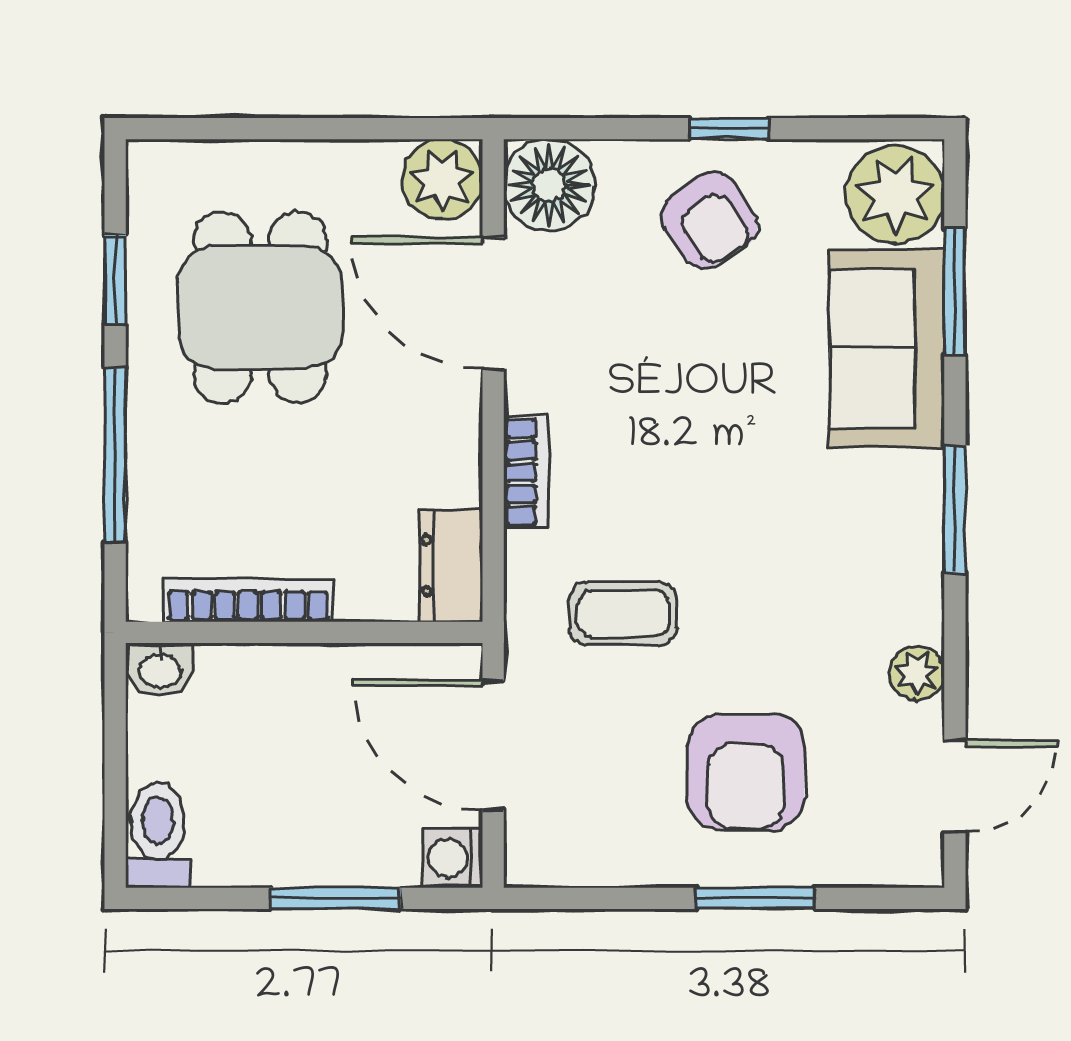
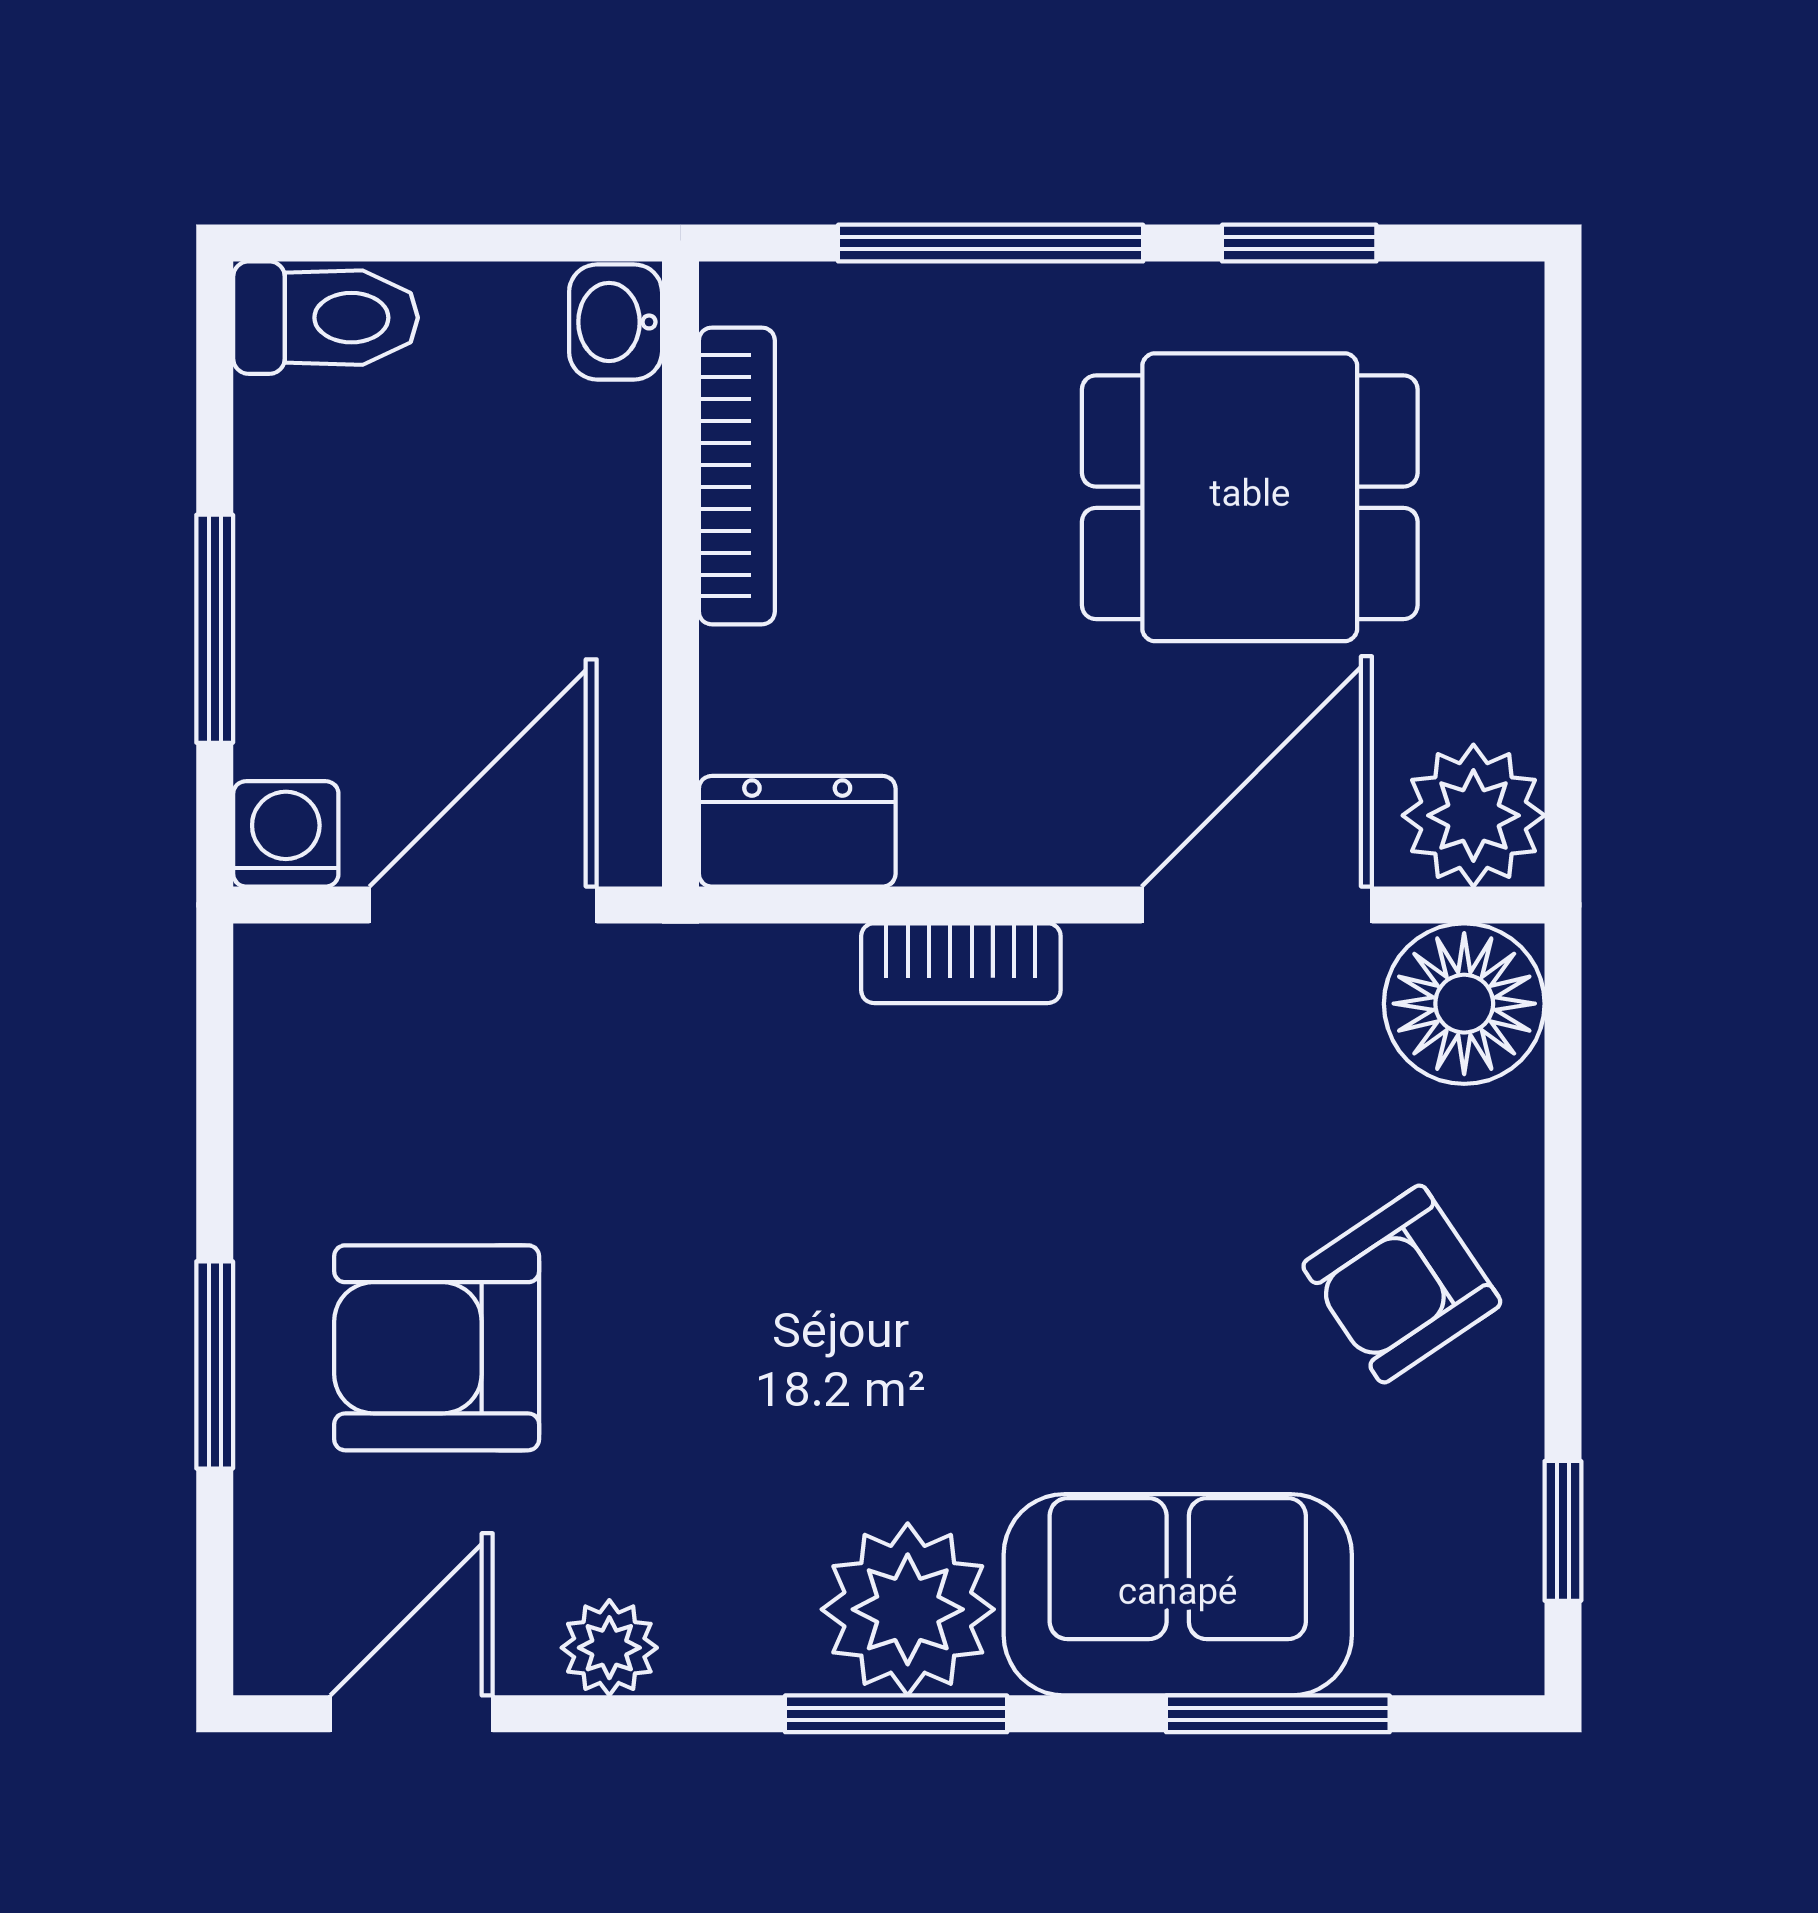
window: (729, 129) -> (1563, 1531), moved
plant: (895, 194) -> (908, 1609), moved
coffee table: (623, 614) -> (713, 1133), removed
door: (955, 786) -> (412, 1714), swing flipped

